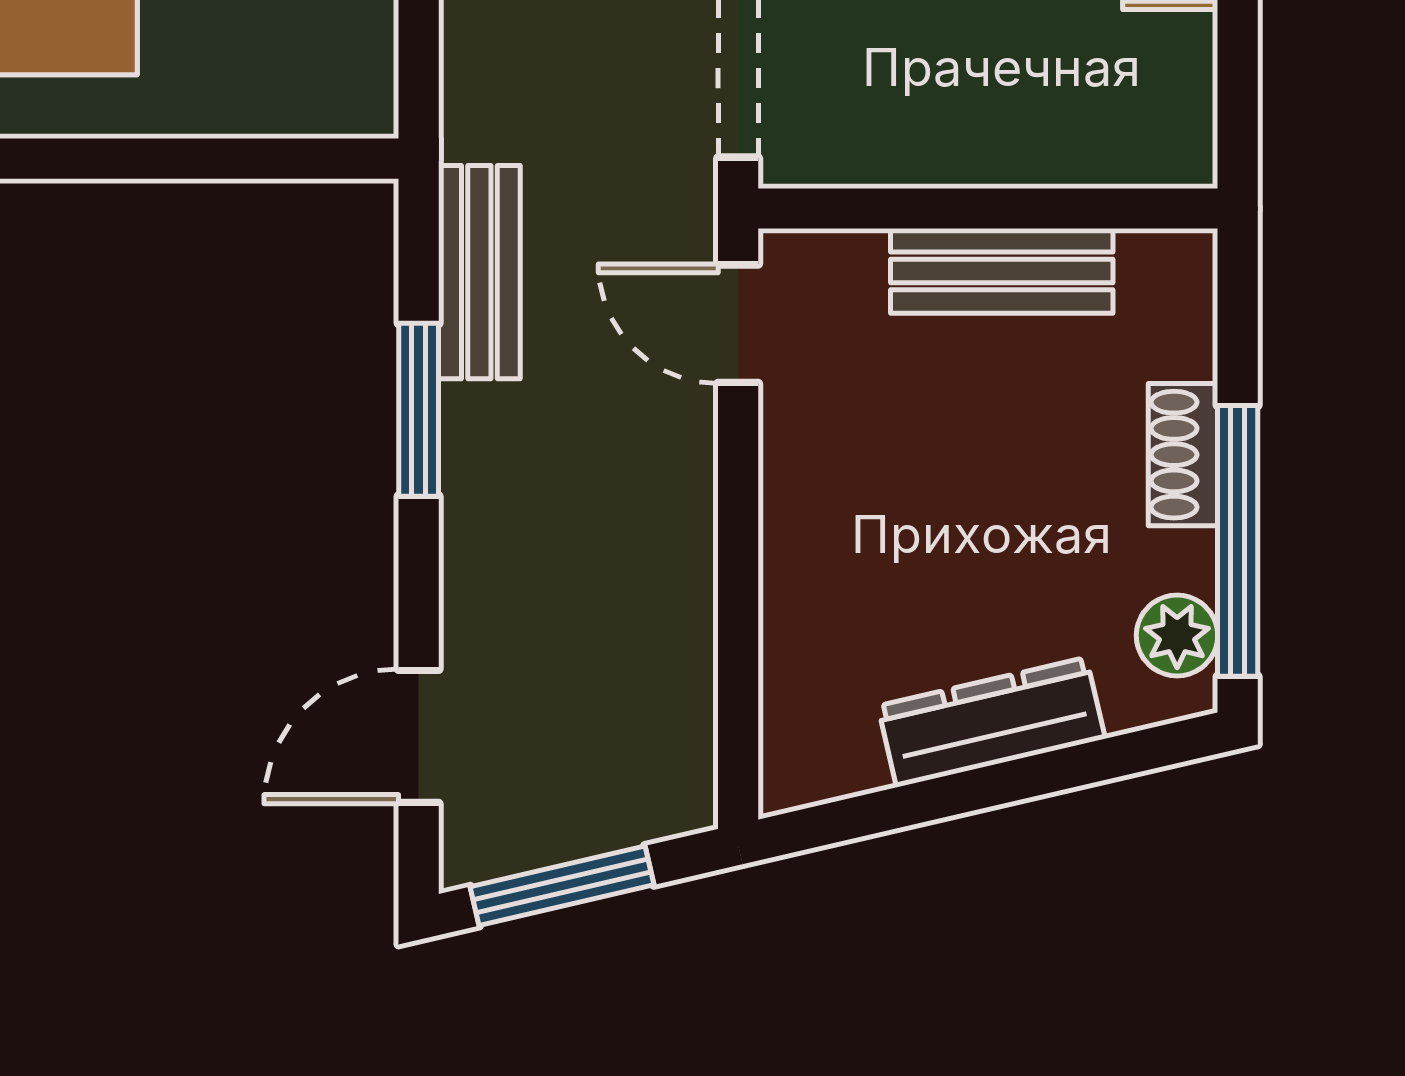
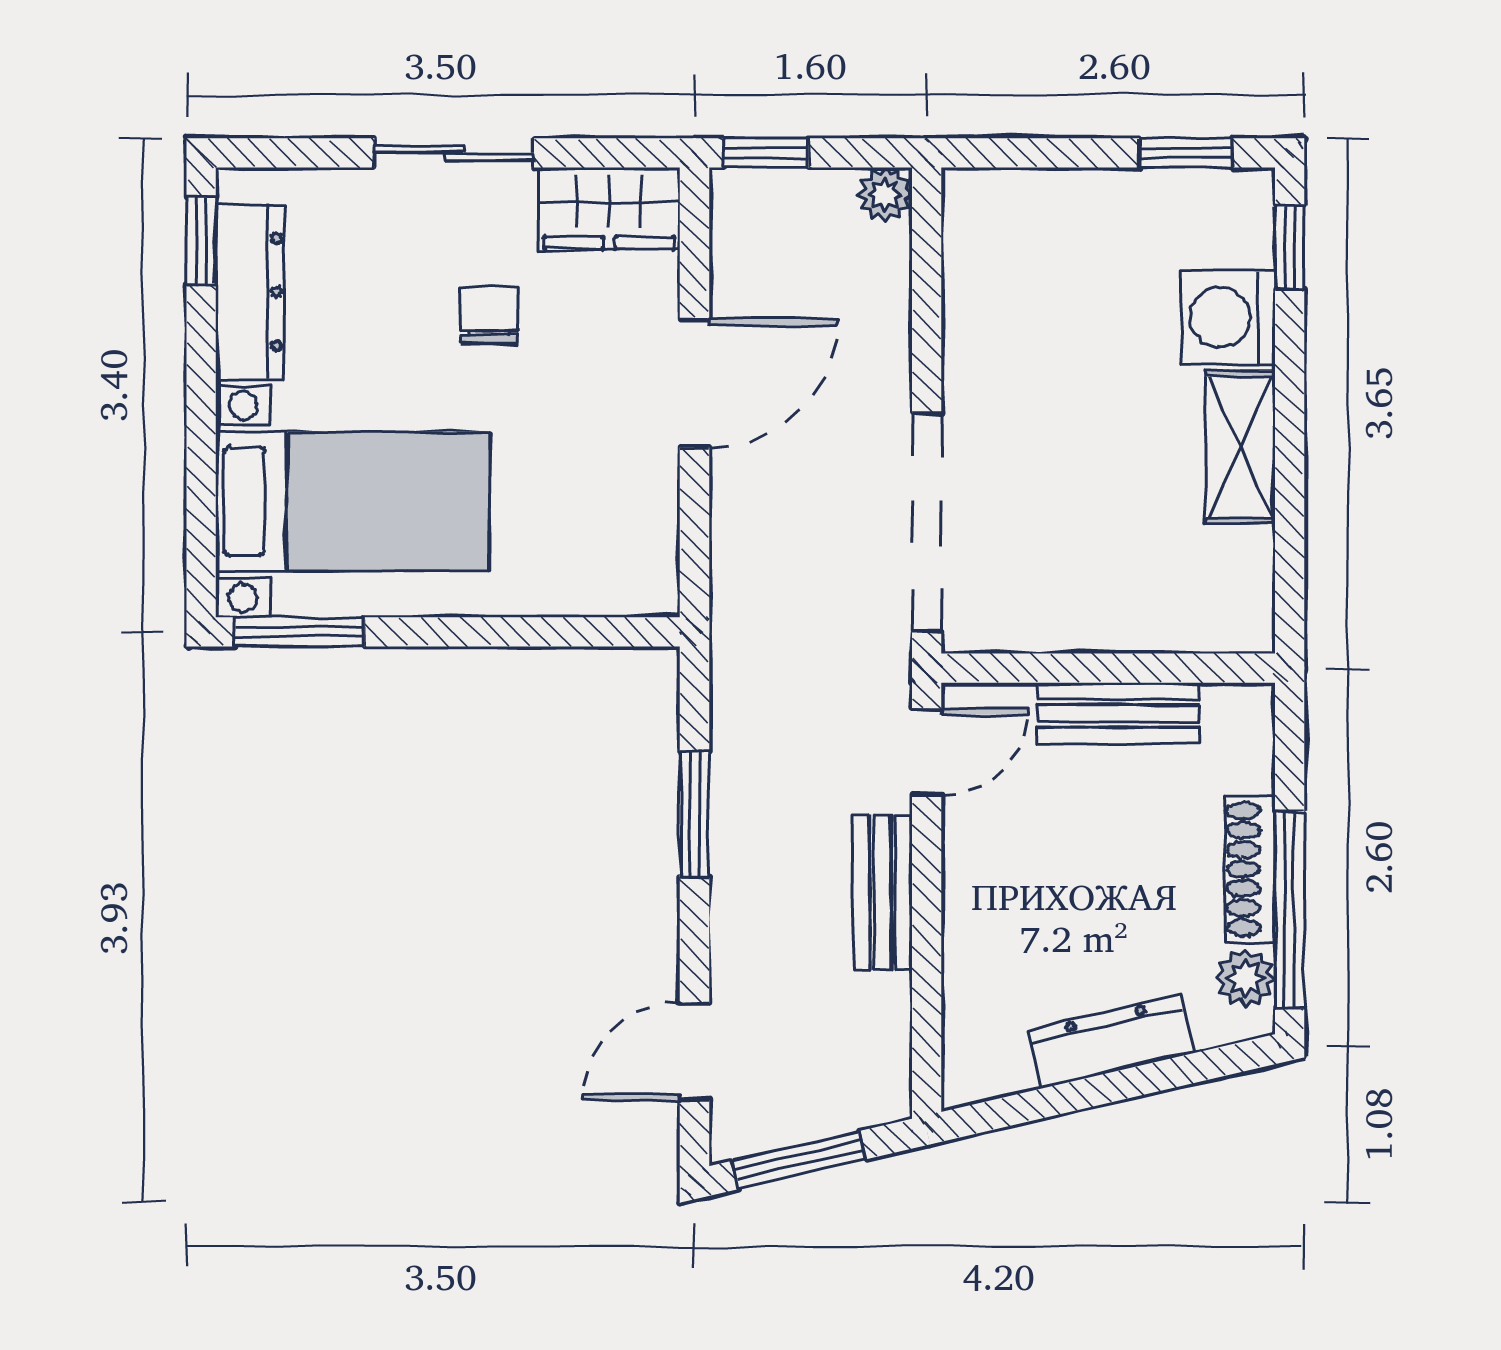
bench: (479, 272) -> (883, 893), moved
door: (738, 324) -> (927, 752), swing flipped
shoe rack: (1183, 455) -> (1250, 869), width x1.43

